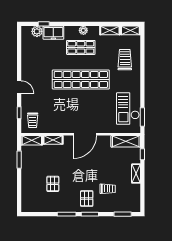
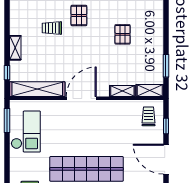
door: (19, 87) -> (166, 159), width x1.88
shelving: (126, 141) -> (37, 89), width x1.47

